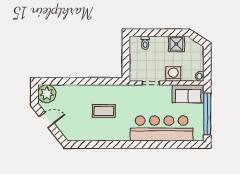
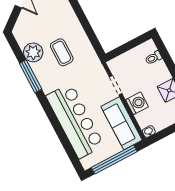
sofa: (188, 94) -> (122, 123), width x1.36
plant: (92, 133) -> (33, 52), added
window: (109, 145) -> (31, 76), added

